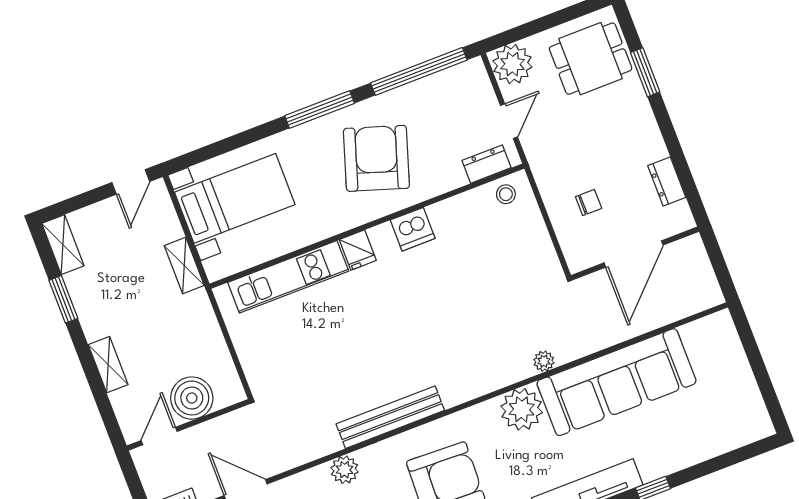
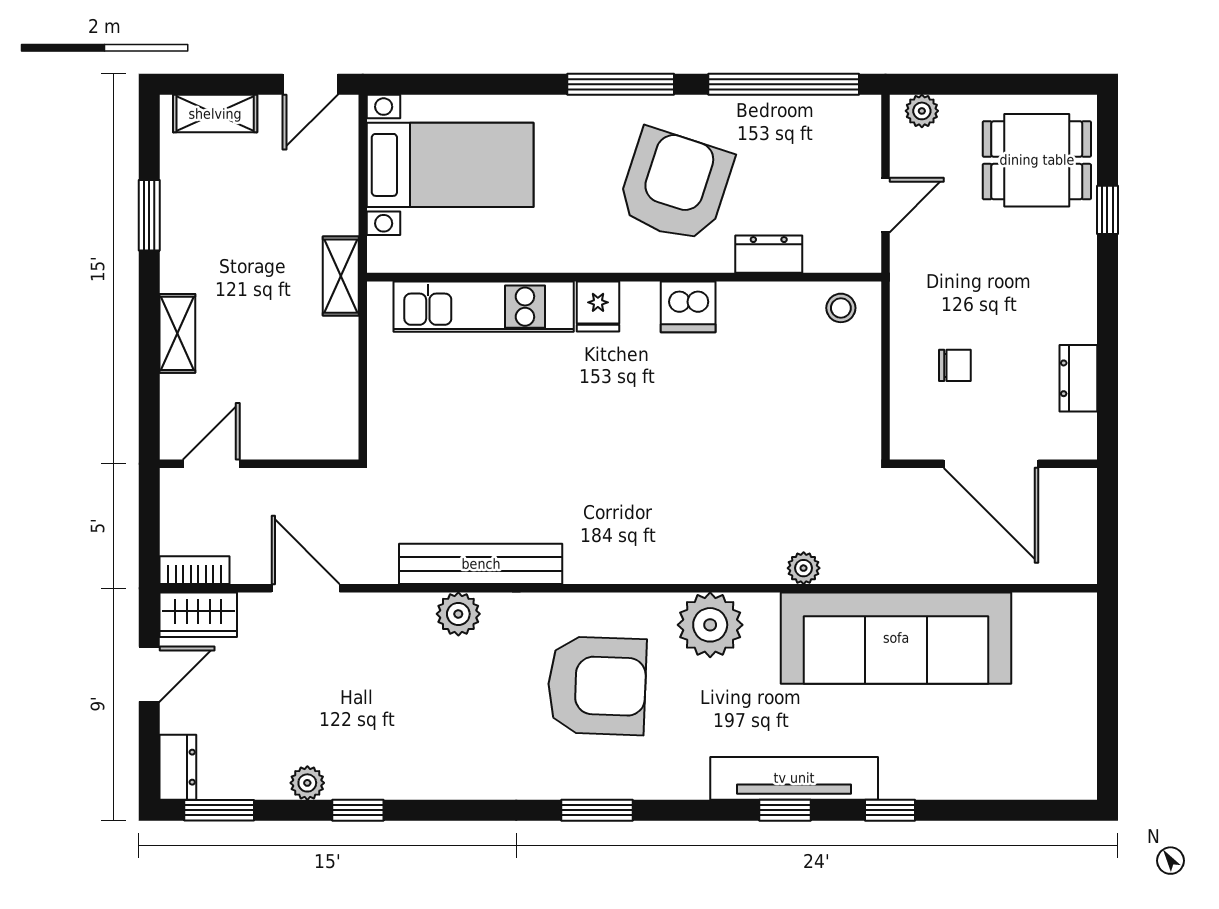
plant: (512, 64) -> (922, 111), width x0.53, depth x0.53
window: (645, 72) -> (1107, 210), width x0.67
dresser: (487, 164) -> (769, 254), moved
shelving: (63, 245) -> (215, 114), moved, turned 90
door: (634, 254) -> (991, 464), hinge flipped
shelving: (184, 265) -> (341, 276), moved
boiler: (192, 398) -> (279, 427), removed
plant: (522, 409) -> (710, 625), moved
bench: (390, 417) -> (481, 564), moved

